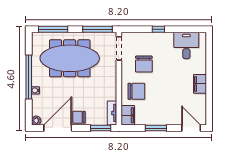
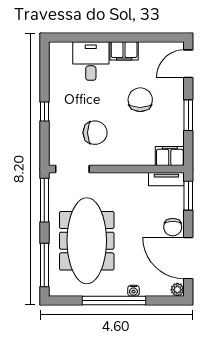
desk: (186, 45) -> (91, 61), moved, turned 90
chair: (136, 91) -> (140, 100), moved

